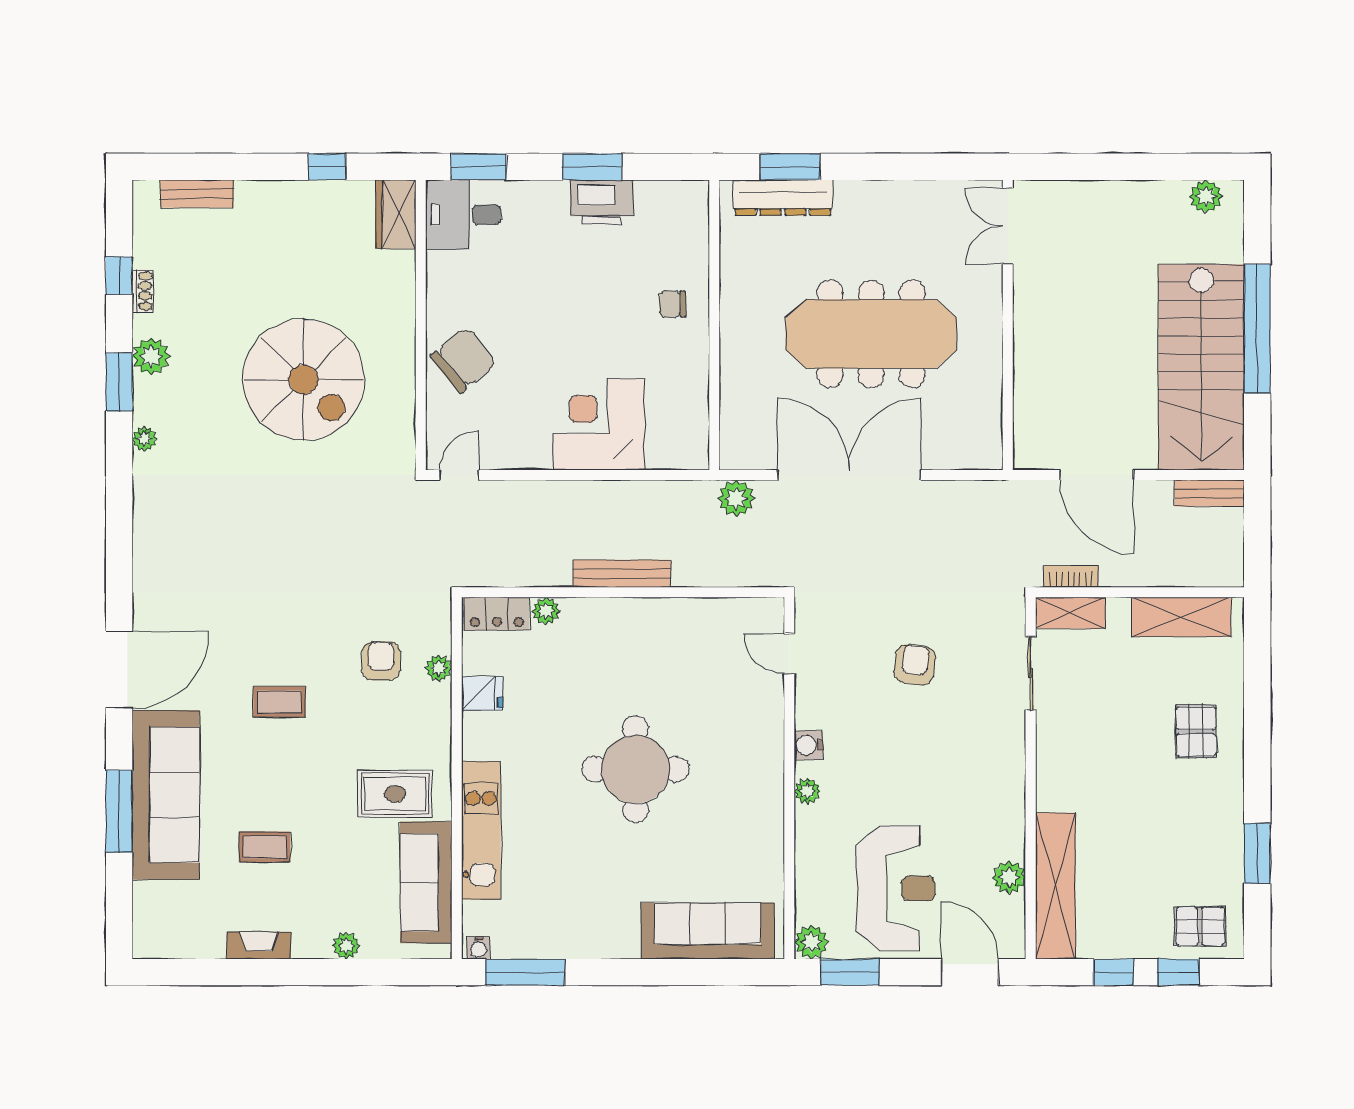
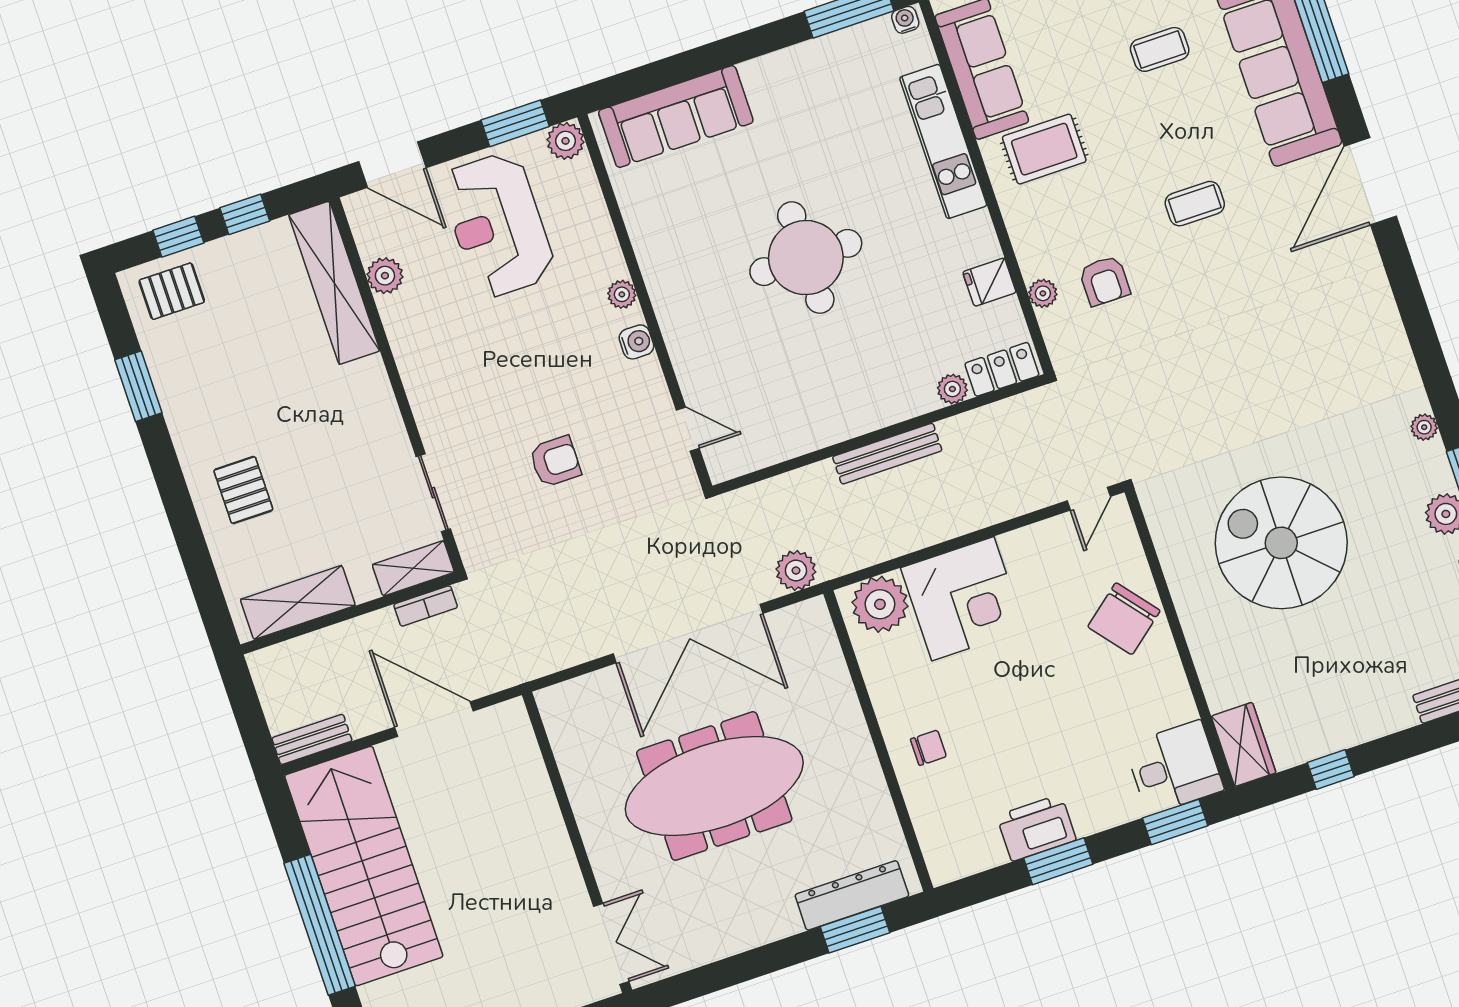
plant: (673, 444) -> (880, 604), added
armchair: (915, 665) -> (555, 461), turned -98

